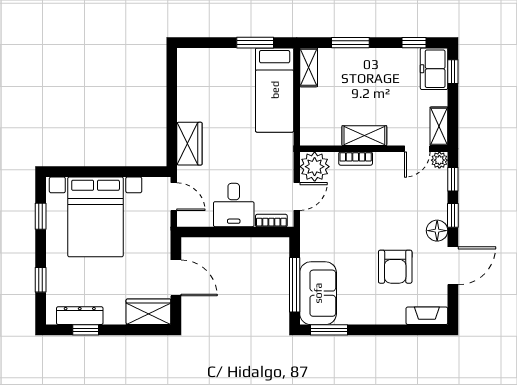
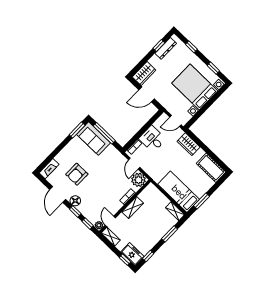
cot: (192, 76) -> (211, 168), added
armchair: (395, 267) -> (77, 174), turned -90

